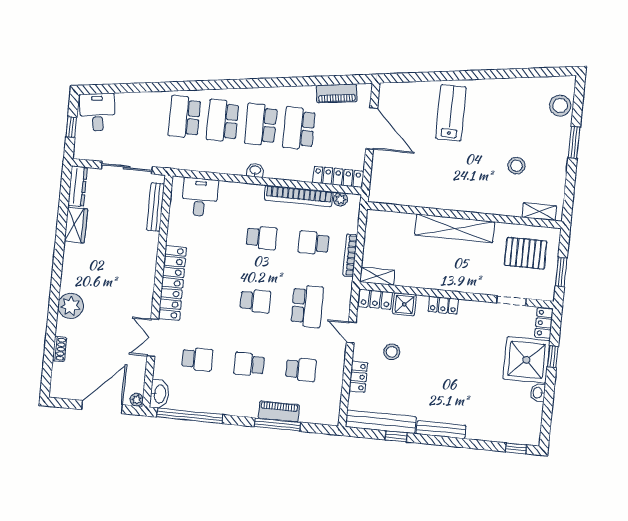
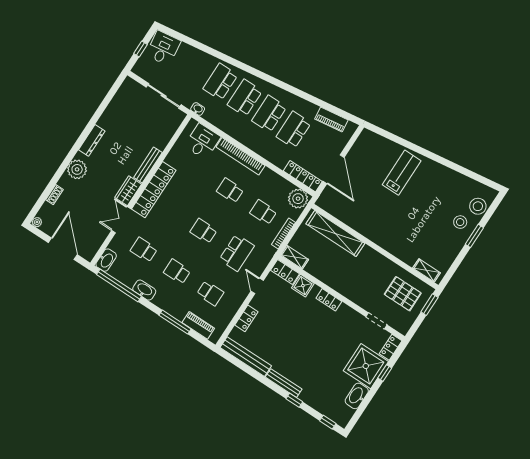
door: (372, 129) -> (334, 169), moved
stool: (516, 166) -> (460, 222), moved
washbasin: (255, 170) -> (198, 109), moved
dresser: (78, 186) -> (92, 140), moved
bookcase: (299, 196) -> (240, 156), moved
plant: (340, 199) -> (298, 199), width x1.87, depth x1.87
bench: (156, 207) -> (148, 165), moved
wardrobe: (76, 225) -> (128, 191), moved, turned 180
shelving: (455, 228) -> (335, 234), moved
school desk: (262, 238) -> (230, 190), turned 180
window: (561, 272) -> (429, 305), moved
school desk: (255, 301) -> (204, 231), turned 180
stool: (392, 352) -> (278, 313), removed
school desk: (197, 359) -> (144, 250), turned 180
washbasin: (538, 393) -> (357, 396), width x1.91, depth x1.45
plant: (137, 400) -> (37, 222), moved
washbasin: (222, 406) -> (144, 290), added
door: (102, 407) -> (63, 249), hinge flipped
piano: (279, 411) -> (198, 325), moved
window: (396, 436) -> (294, 400), moved

